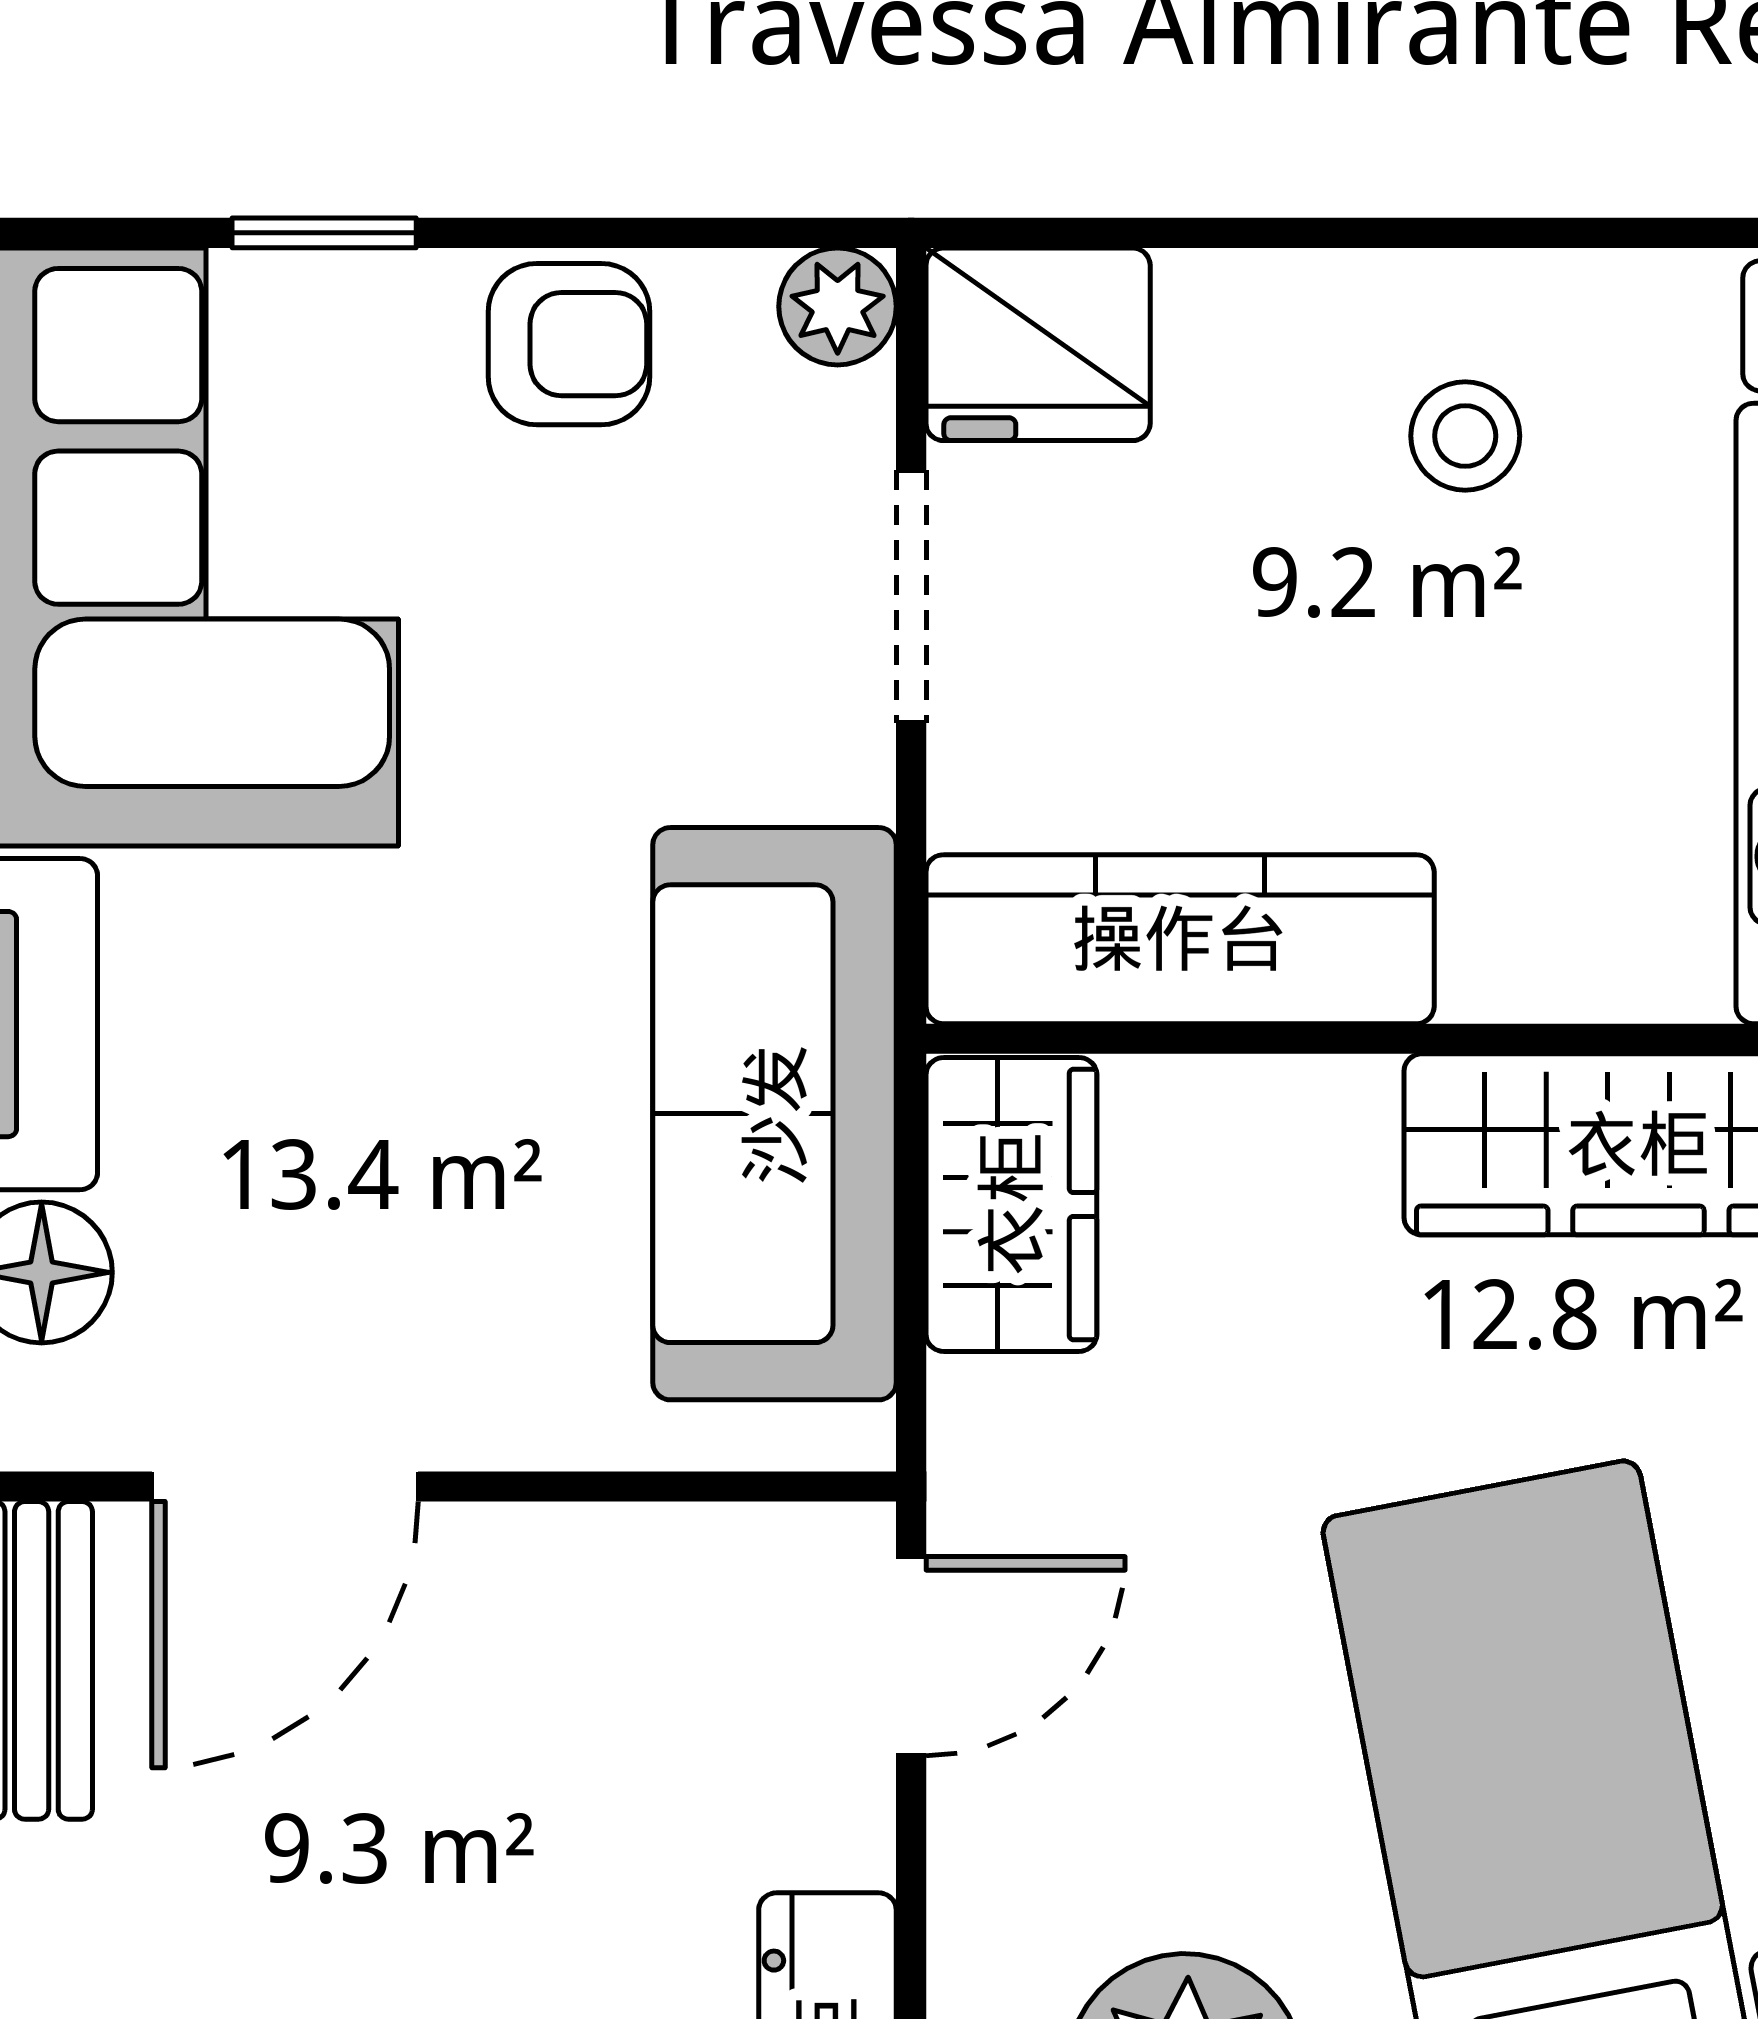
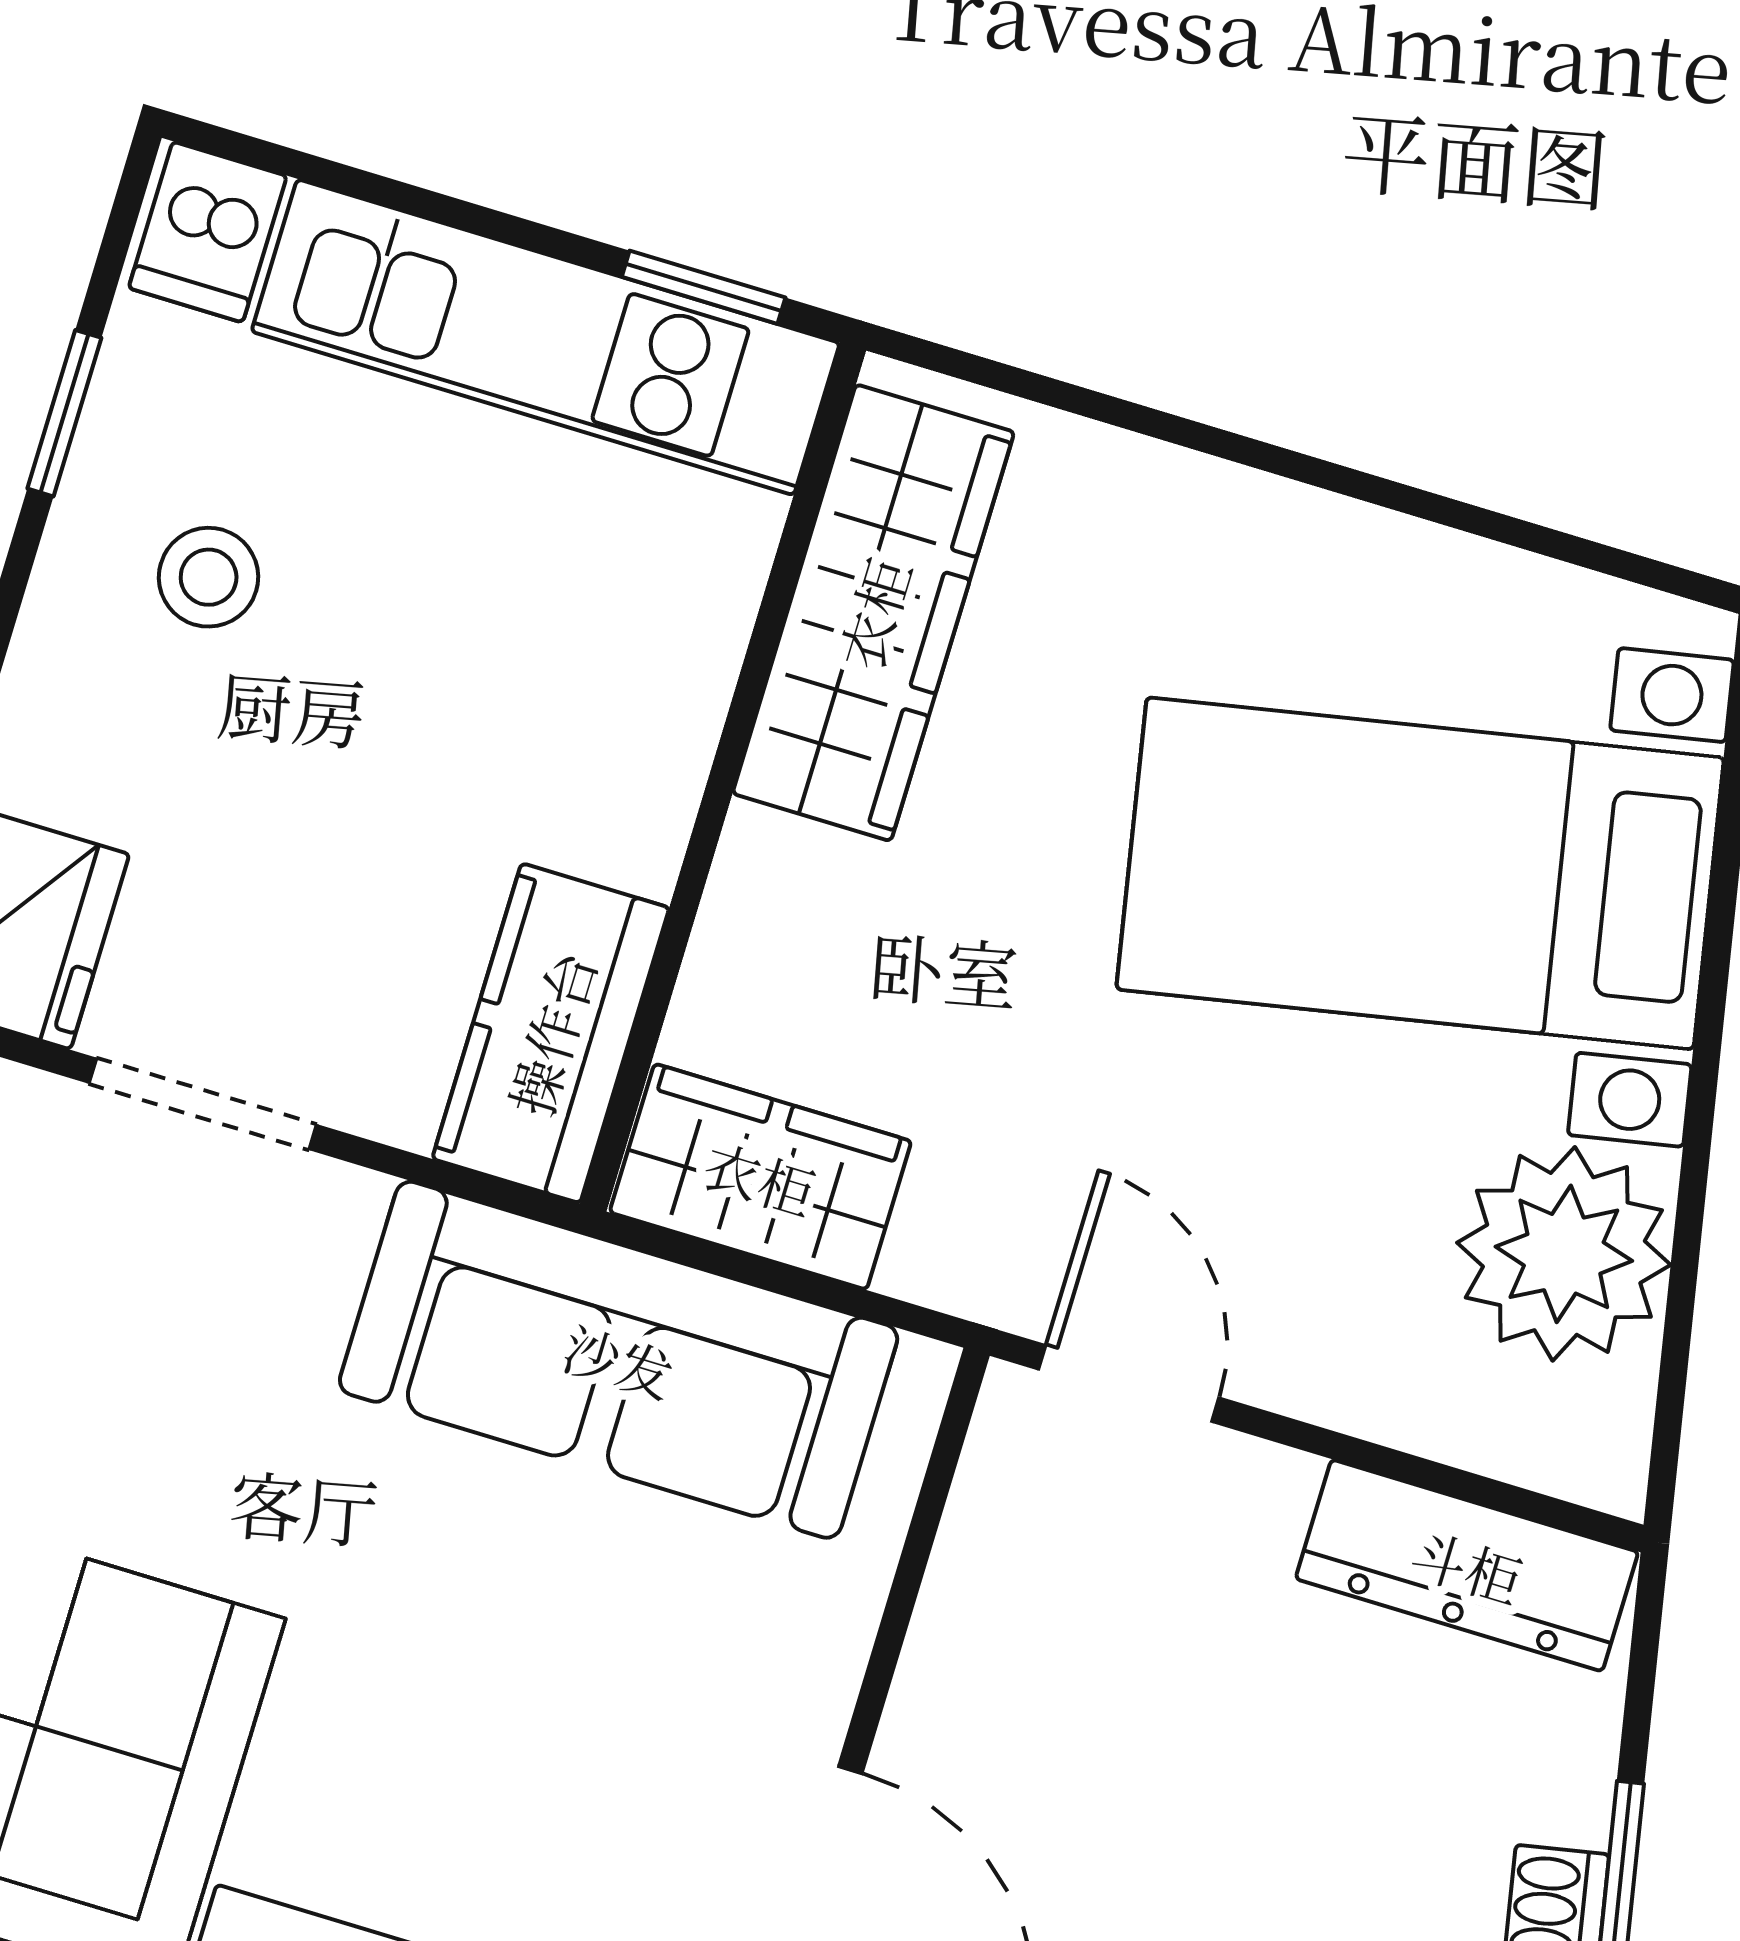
window: (1592, 233) -> (64, 413), added
kitchen counter: (1180, 939) -> (551, 1033), width x0.67

